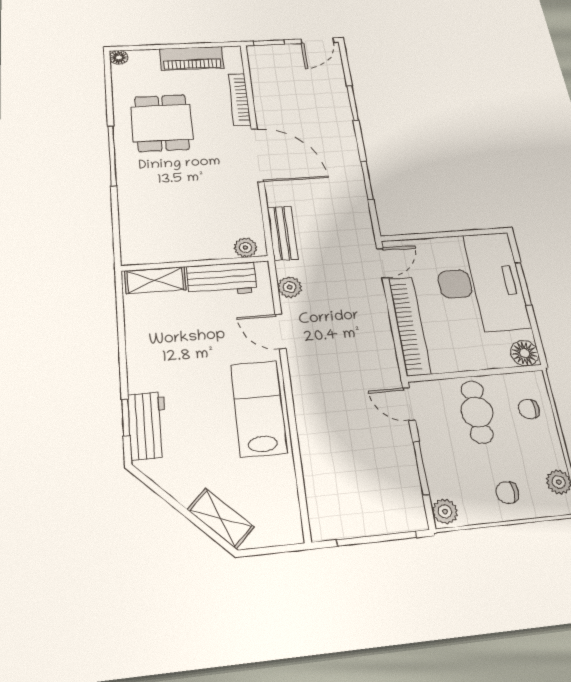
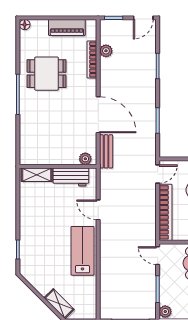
dining table: (162, 123) -> (47, 74), turned 90
door: (258, 155) -> (98, 115), moved
plant: (290, 287) -> (106, 51), moved
workbench: (148, 425) -> (28, 255), removed

